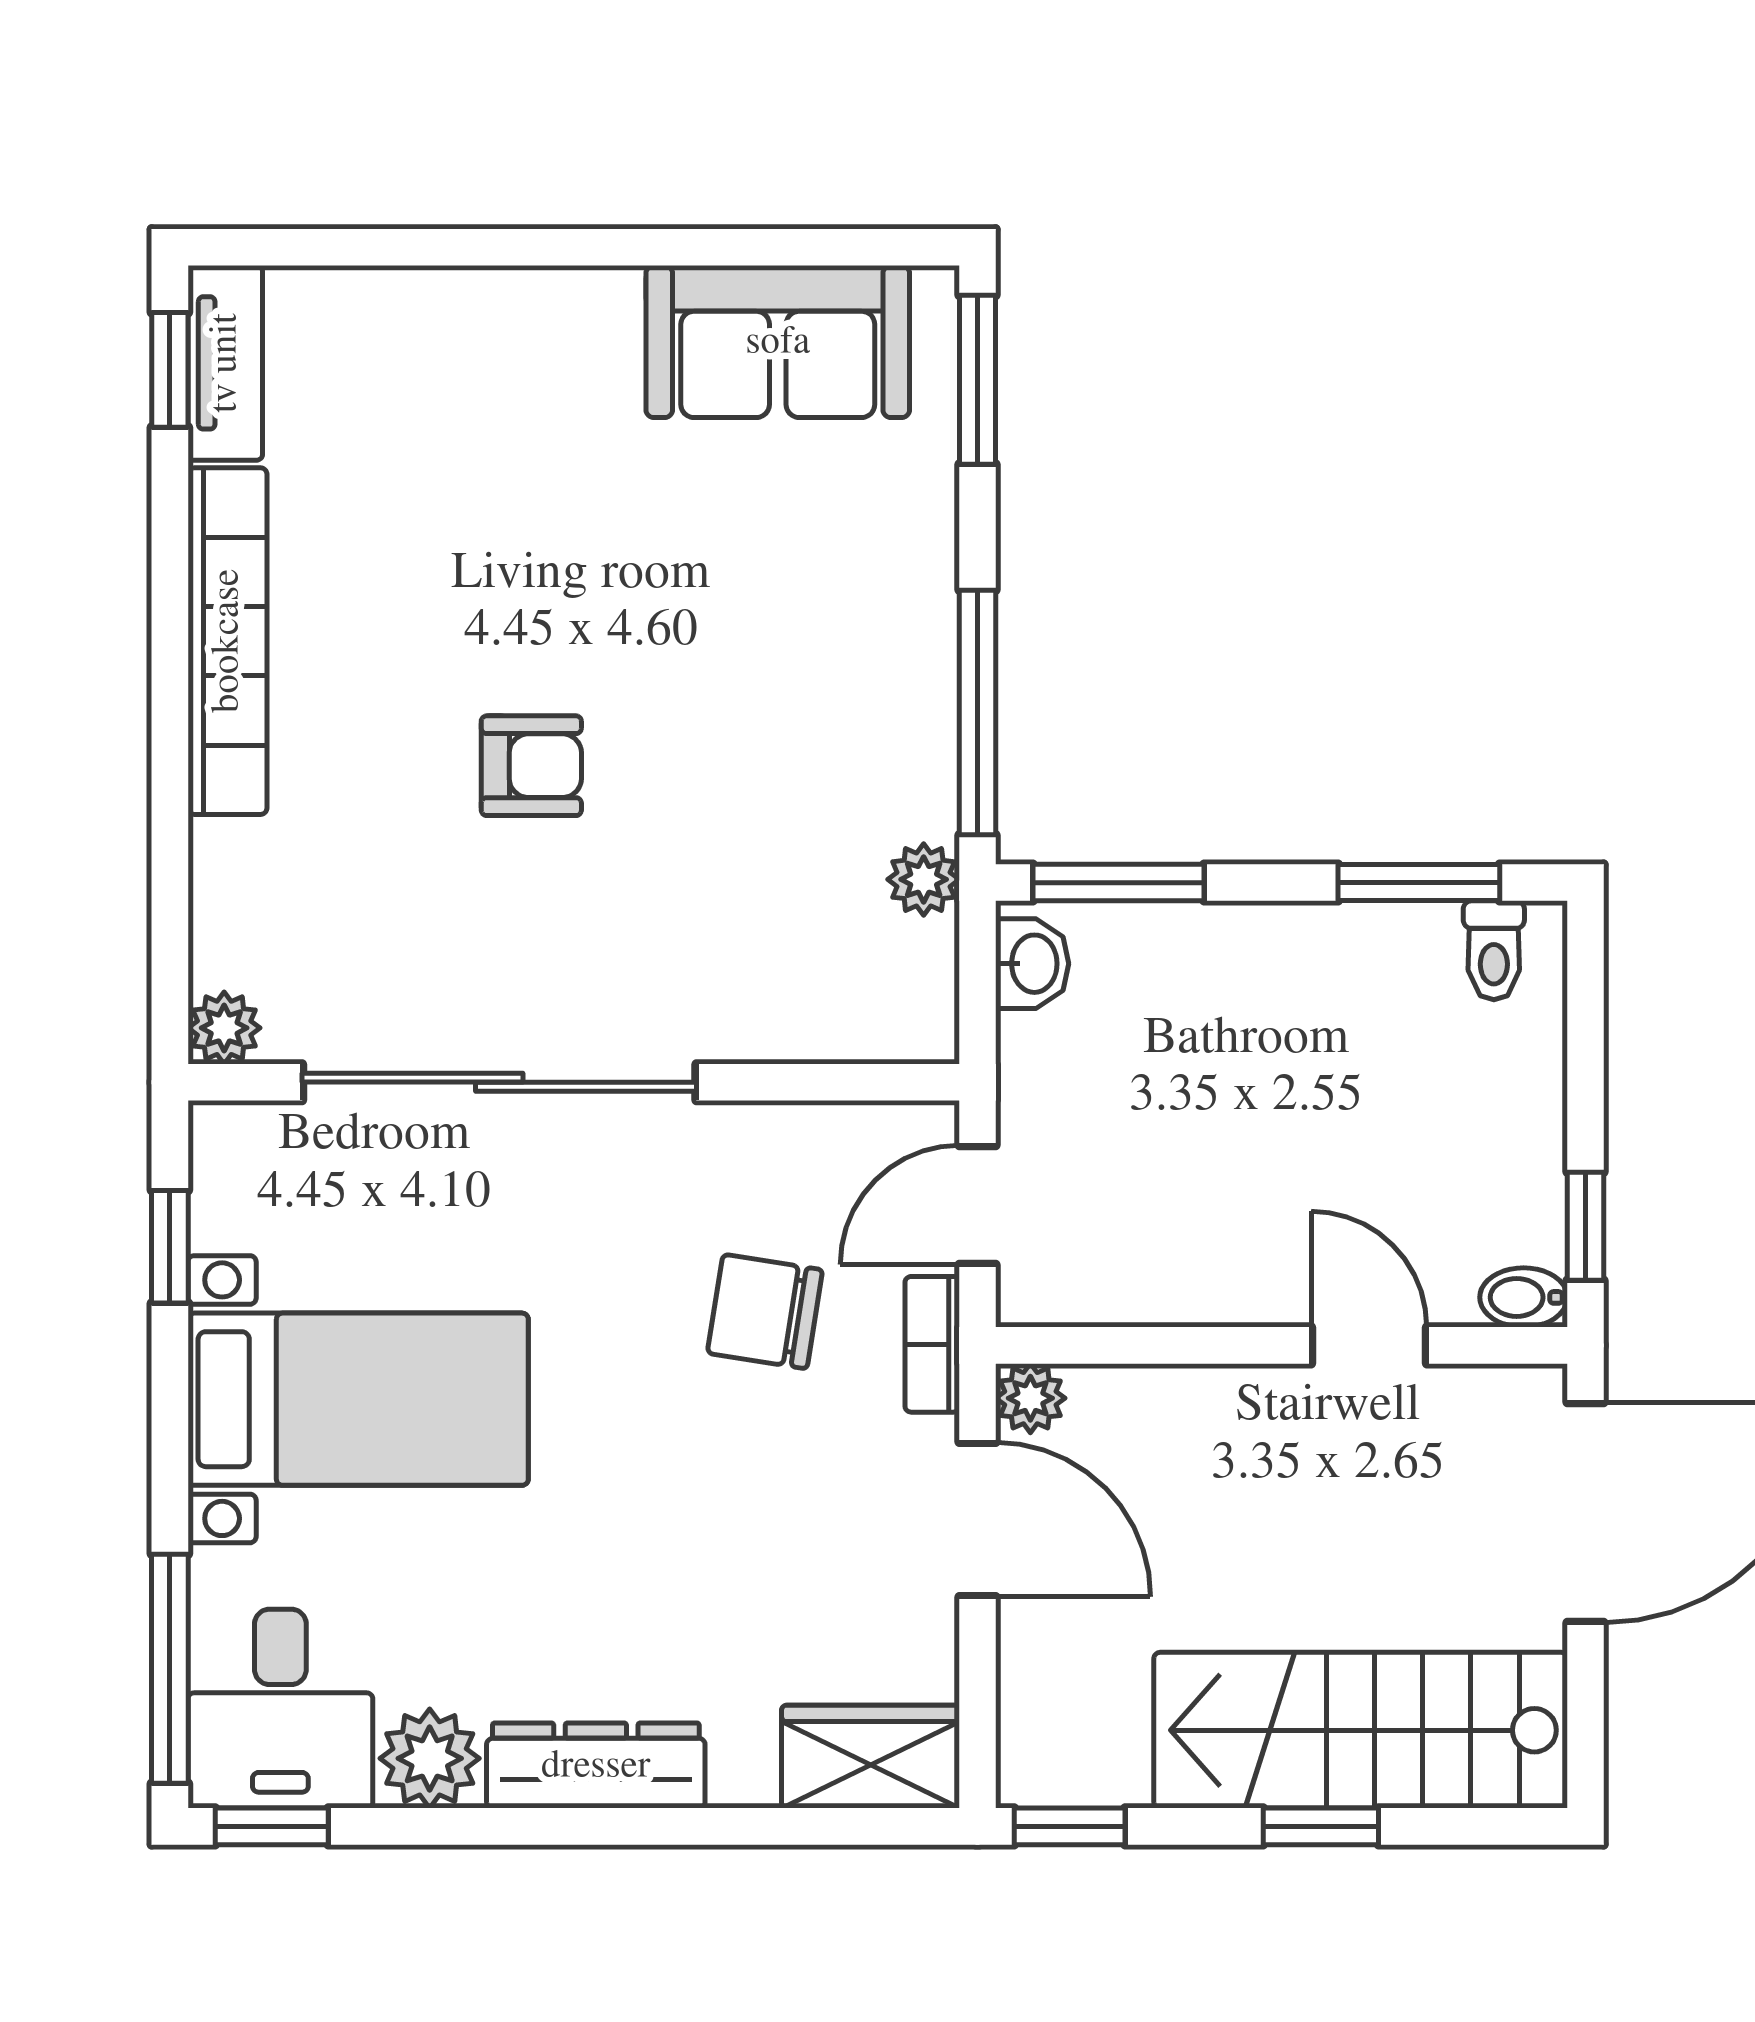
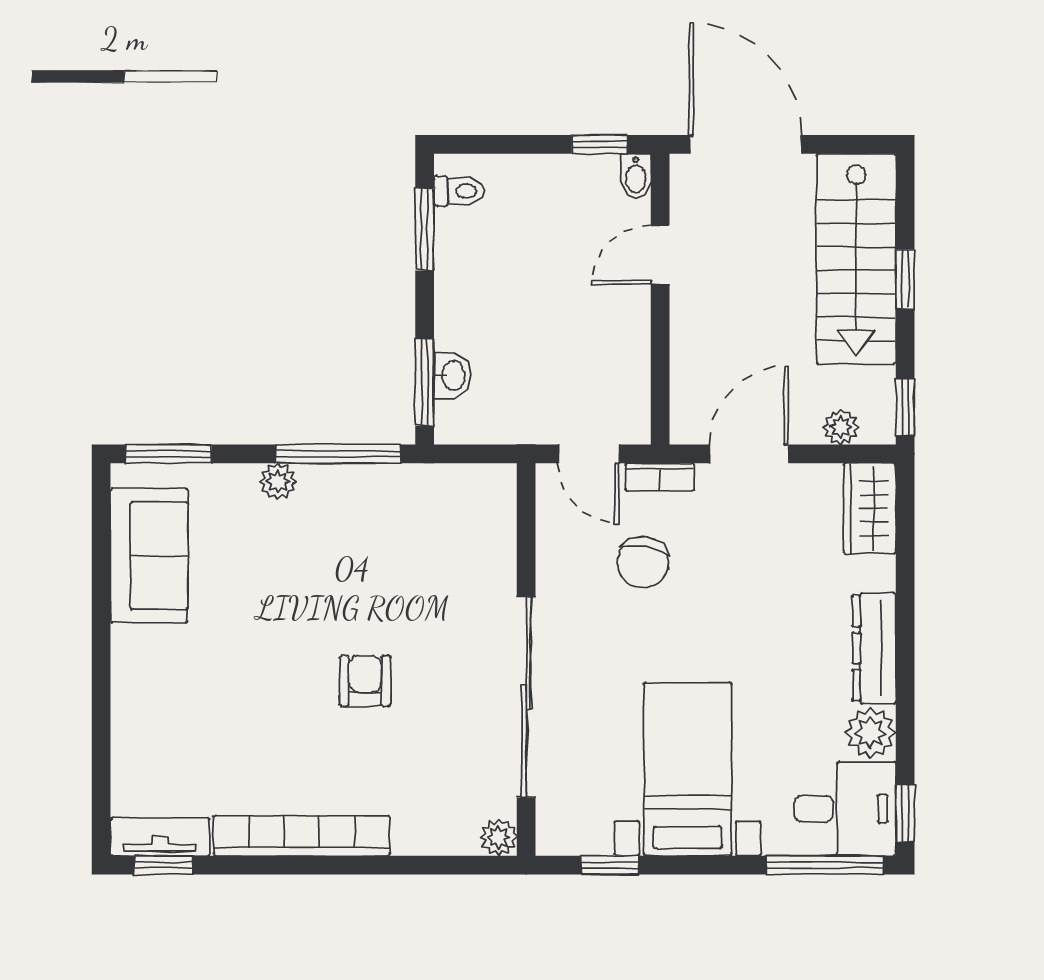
plant: (924, 879) -> (278, 481), moved
washbasin: (1032, 964) -> (452, 376), moved, turned 90
plant: (1030, 1398) -> (841, 427), moved

